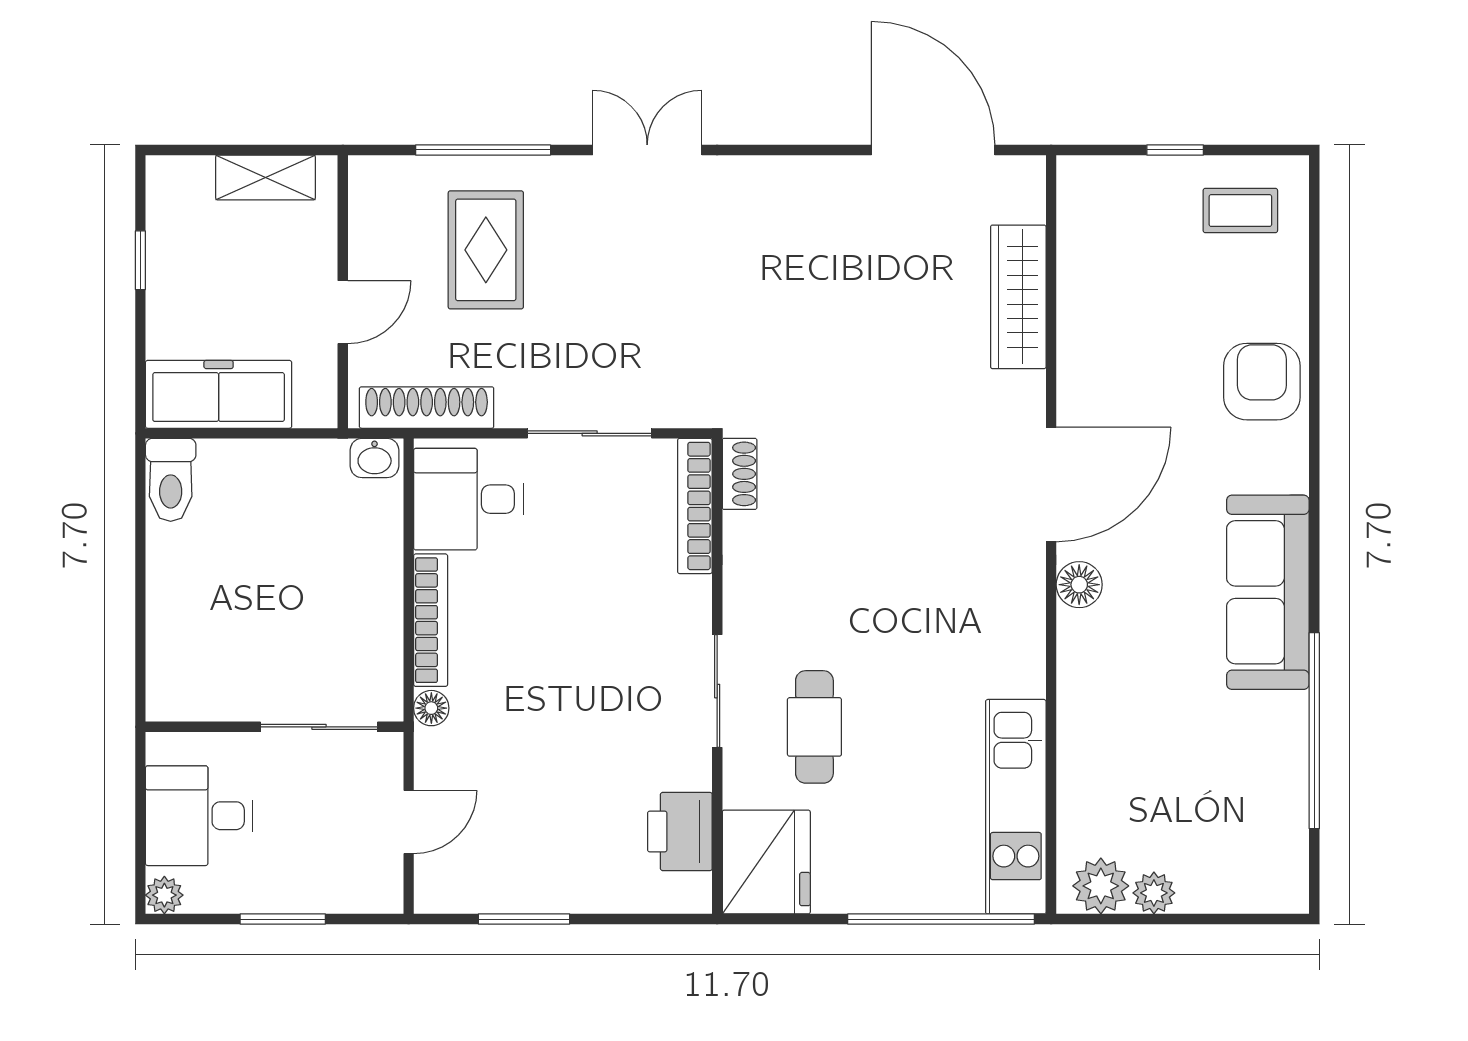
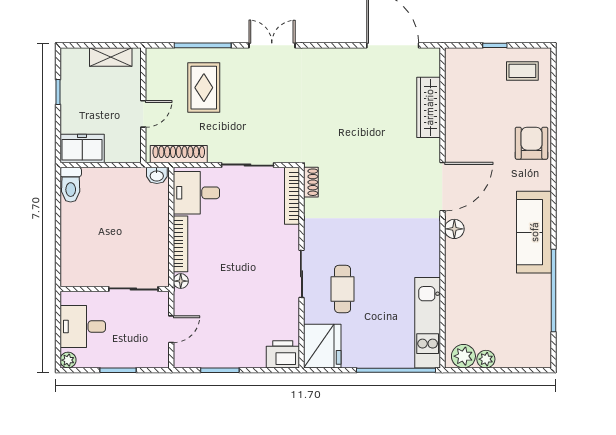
freezer: (219, 394) -> (82, 149), width x0.71
printer: (680, 831) -> (283, 354), moved, turned 90

